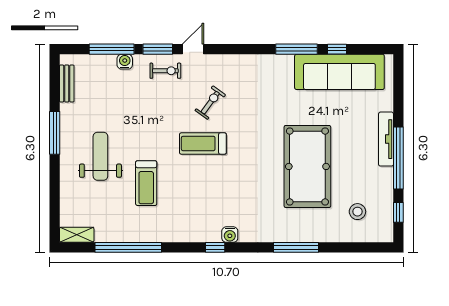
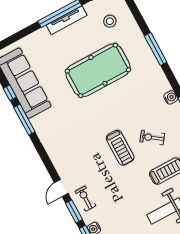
door: (193, 49) -> (61, 188), hinge flipped
exercise bike: (210, 103) -> (152, 138), moved
tv unit: (386, 139) -> (67, 20), moved

